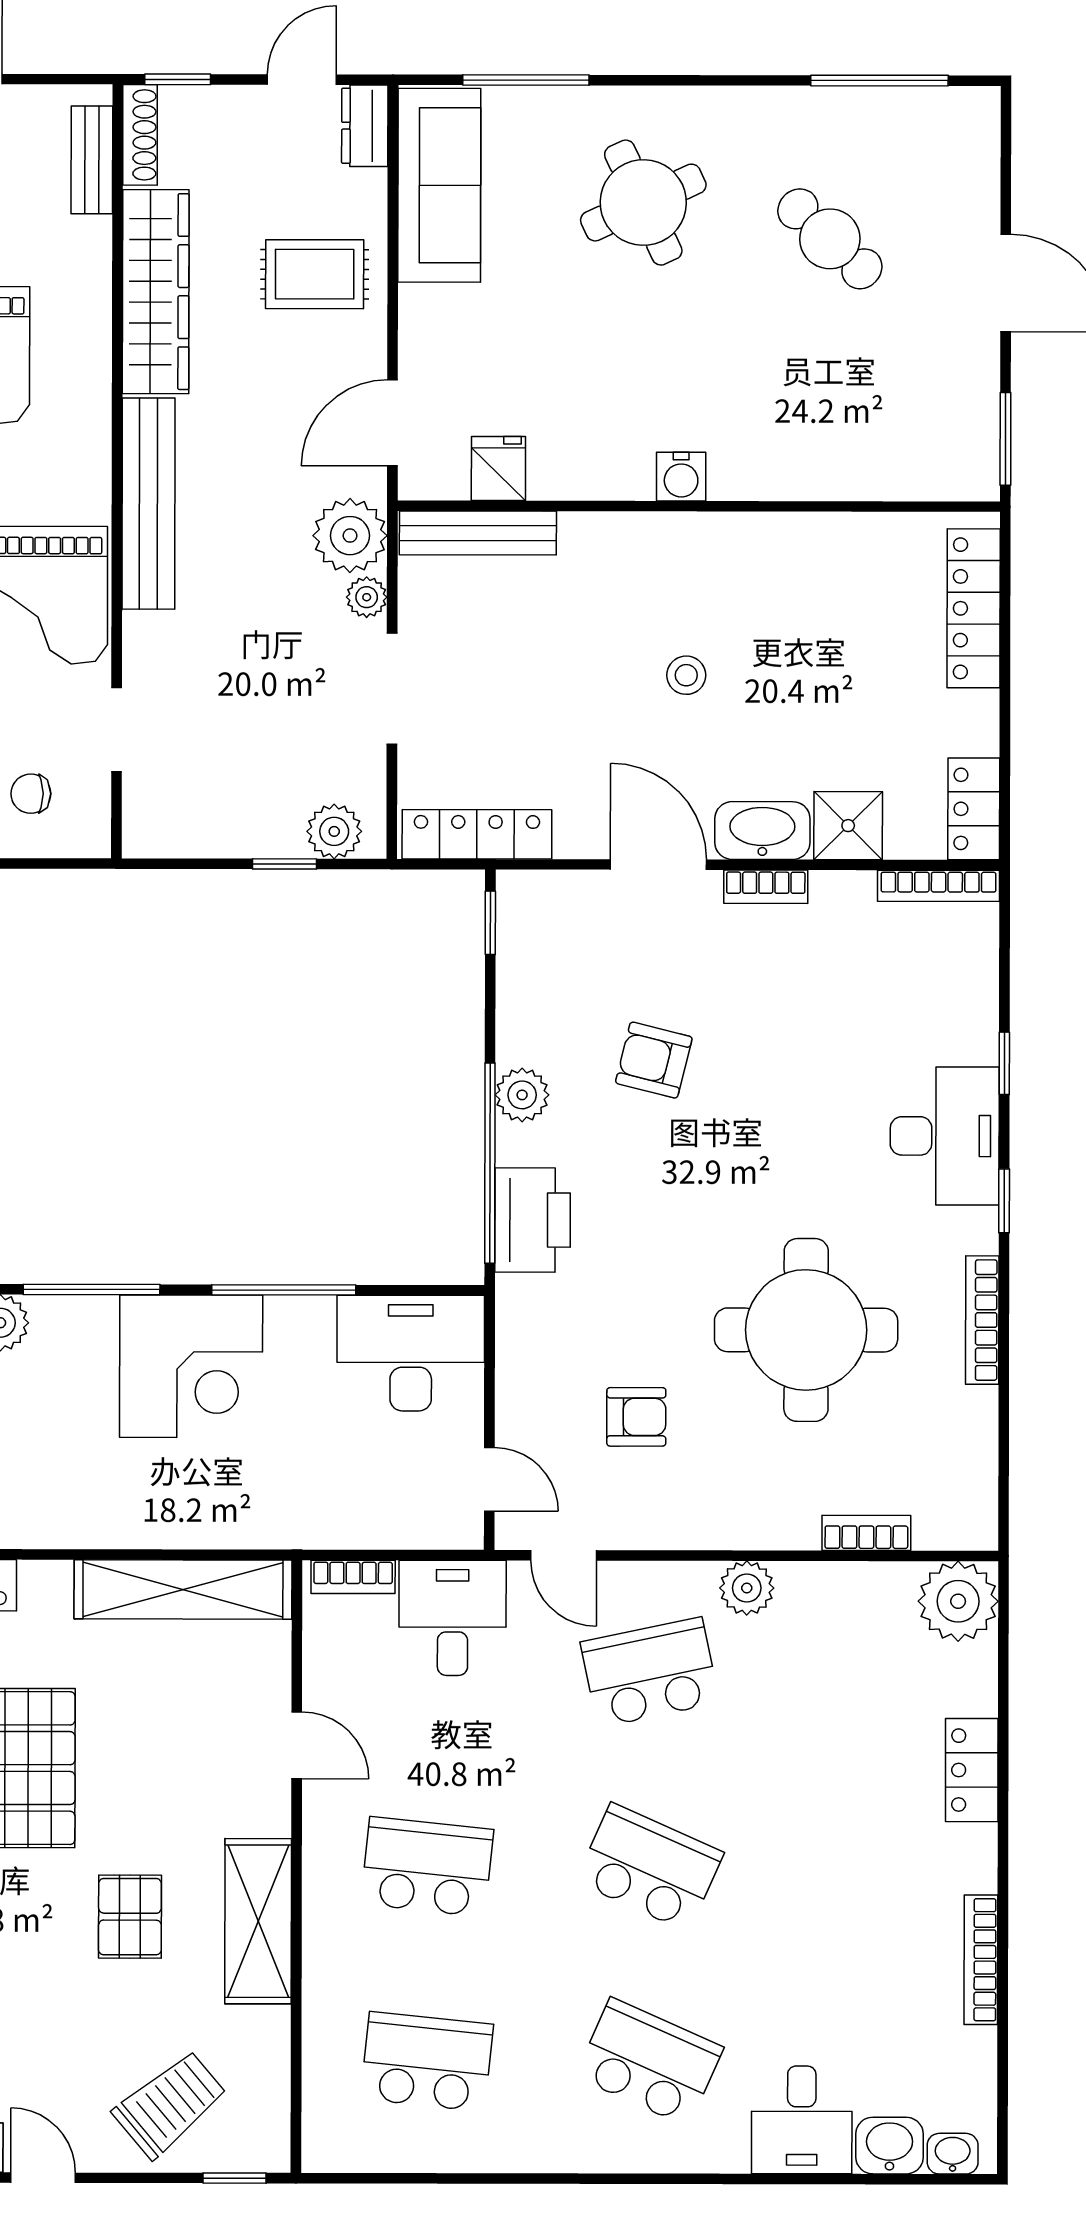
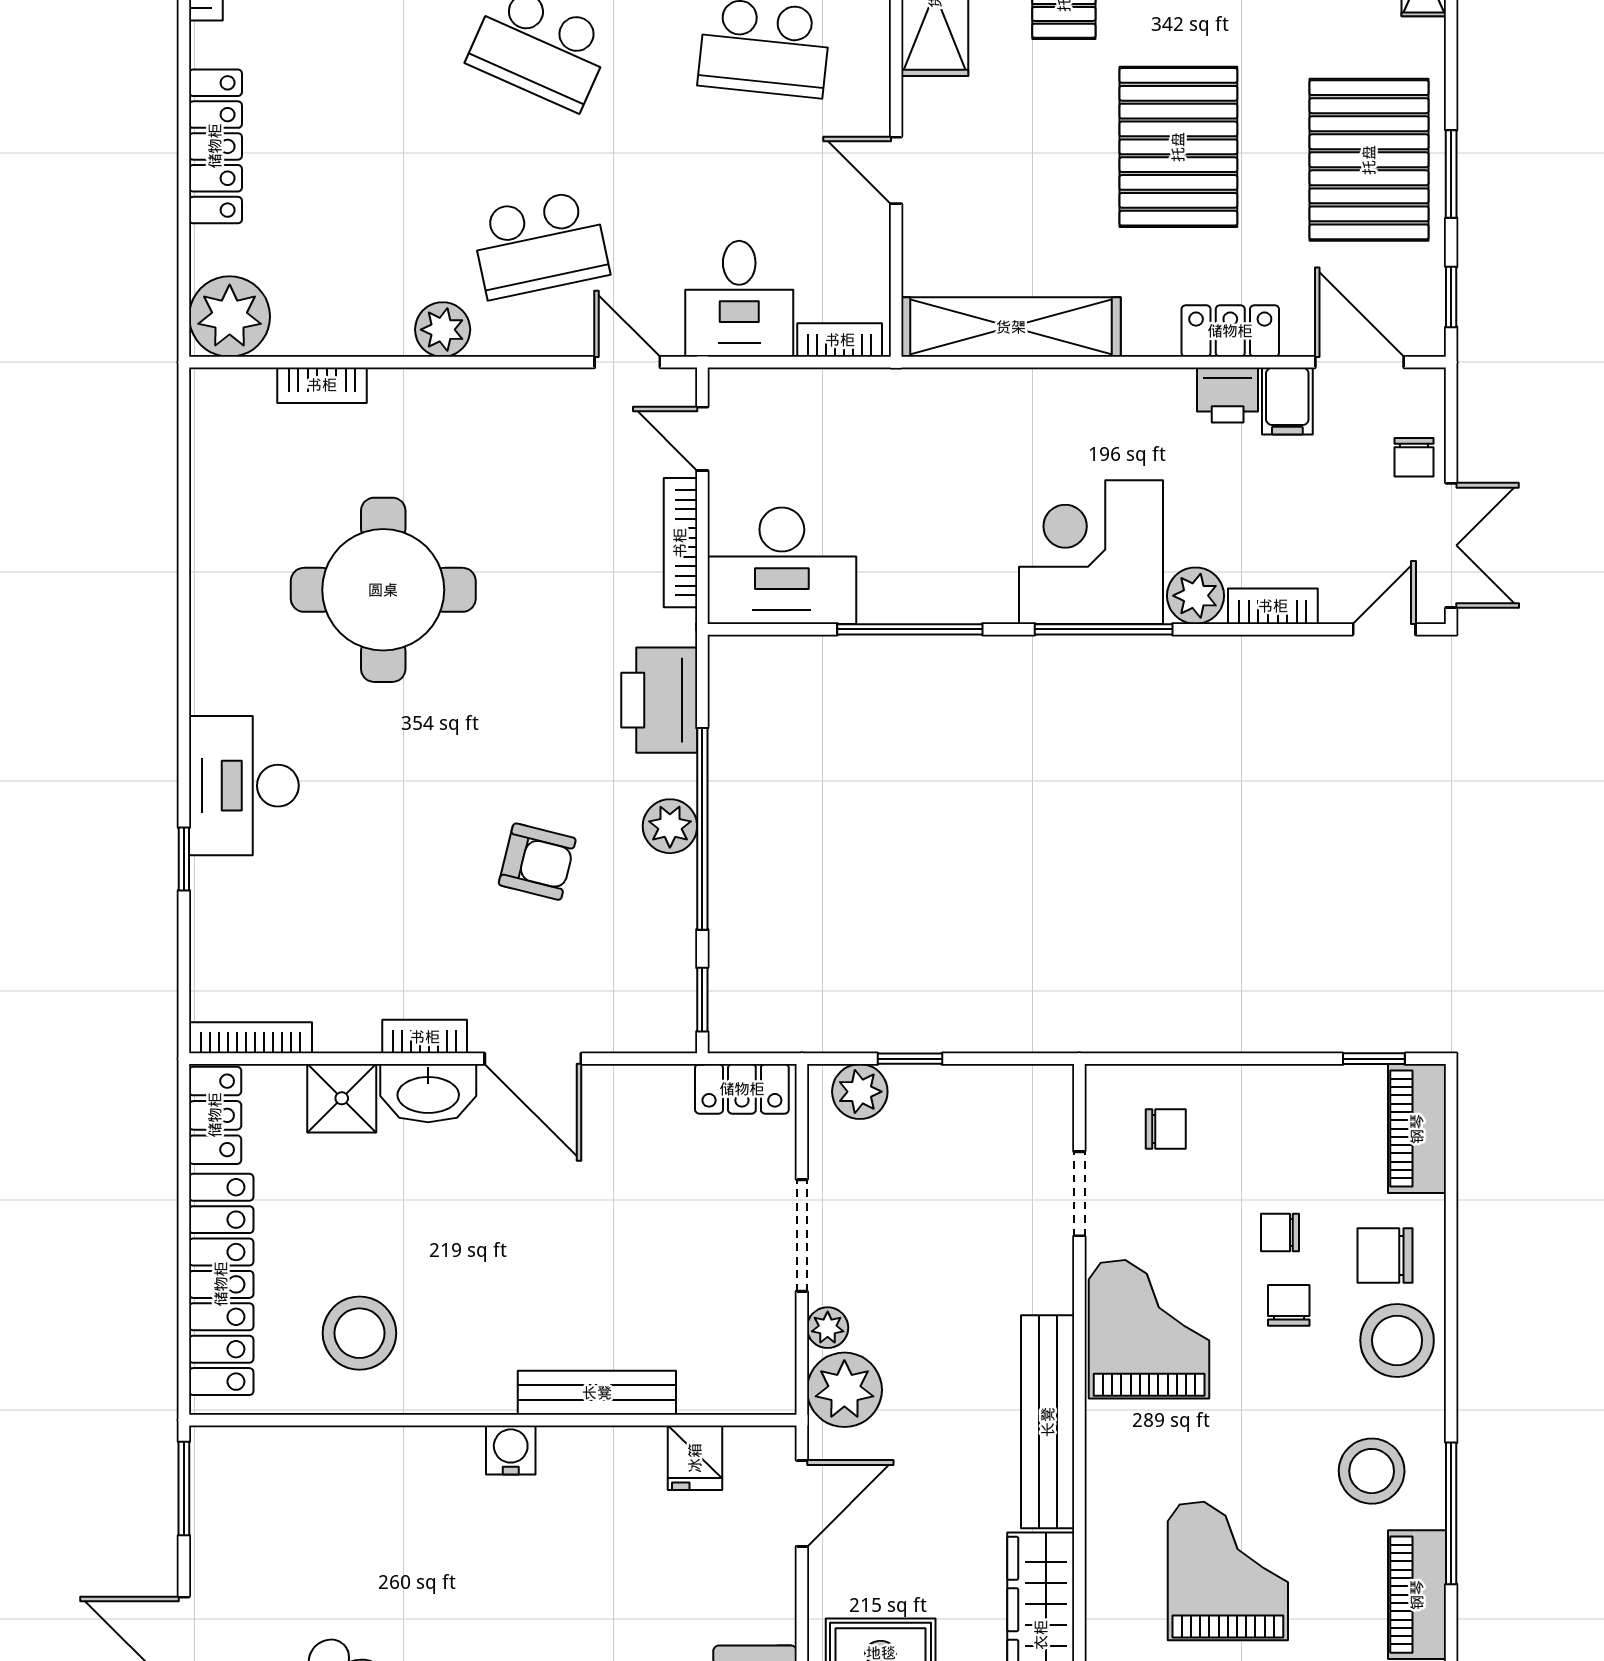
bench: (478, 533) -> (597, 1393), moved
locker: (974, 608) -> (221, 1284), width x1.41, depth x1.21
stool: (686, 675) -> (359, 1333), moved, width x1.89, depth x1.89
locker: (477, 834) -> (742, 1089), width x0.66
window: (490, 1163) -> (702, 829), moved
window: (1004, 1201) -> (184, 720), removed
bookcase: (982, 1320) -> (680, 543), moved, turned 180
corner desk: (191, 1366) -> (1091, 552), moved
armchair: (636, 1417) -> (554, 502), removed
locker: (972, 1770) -> (215, 146), width x1.53

